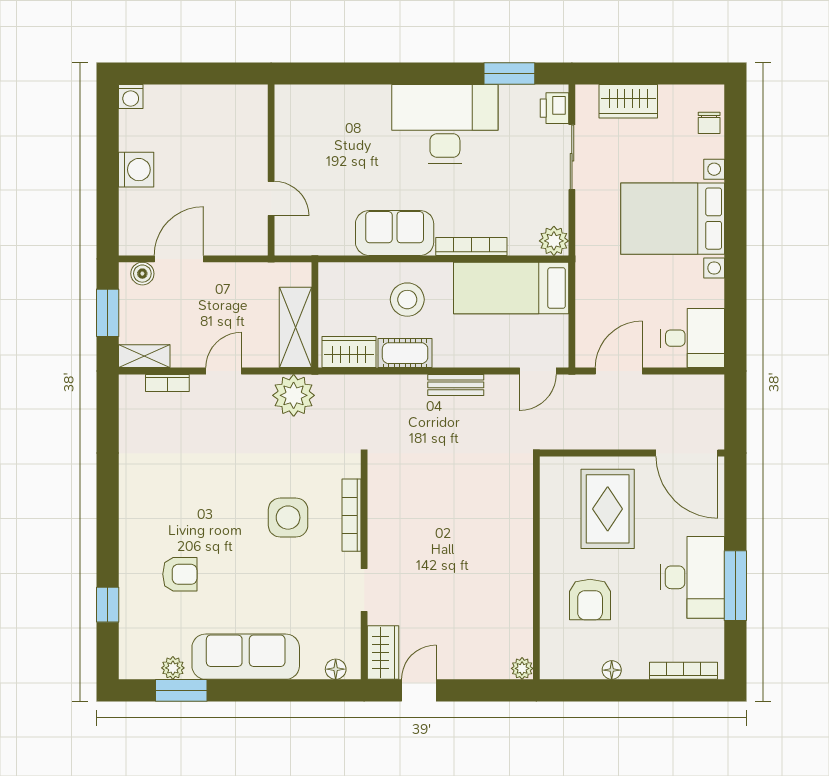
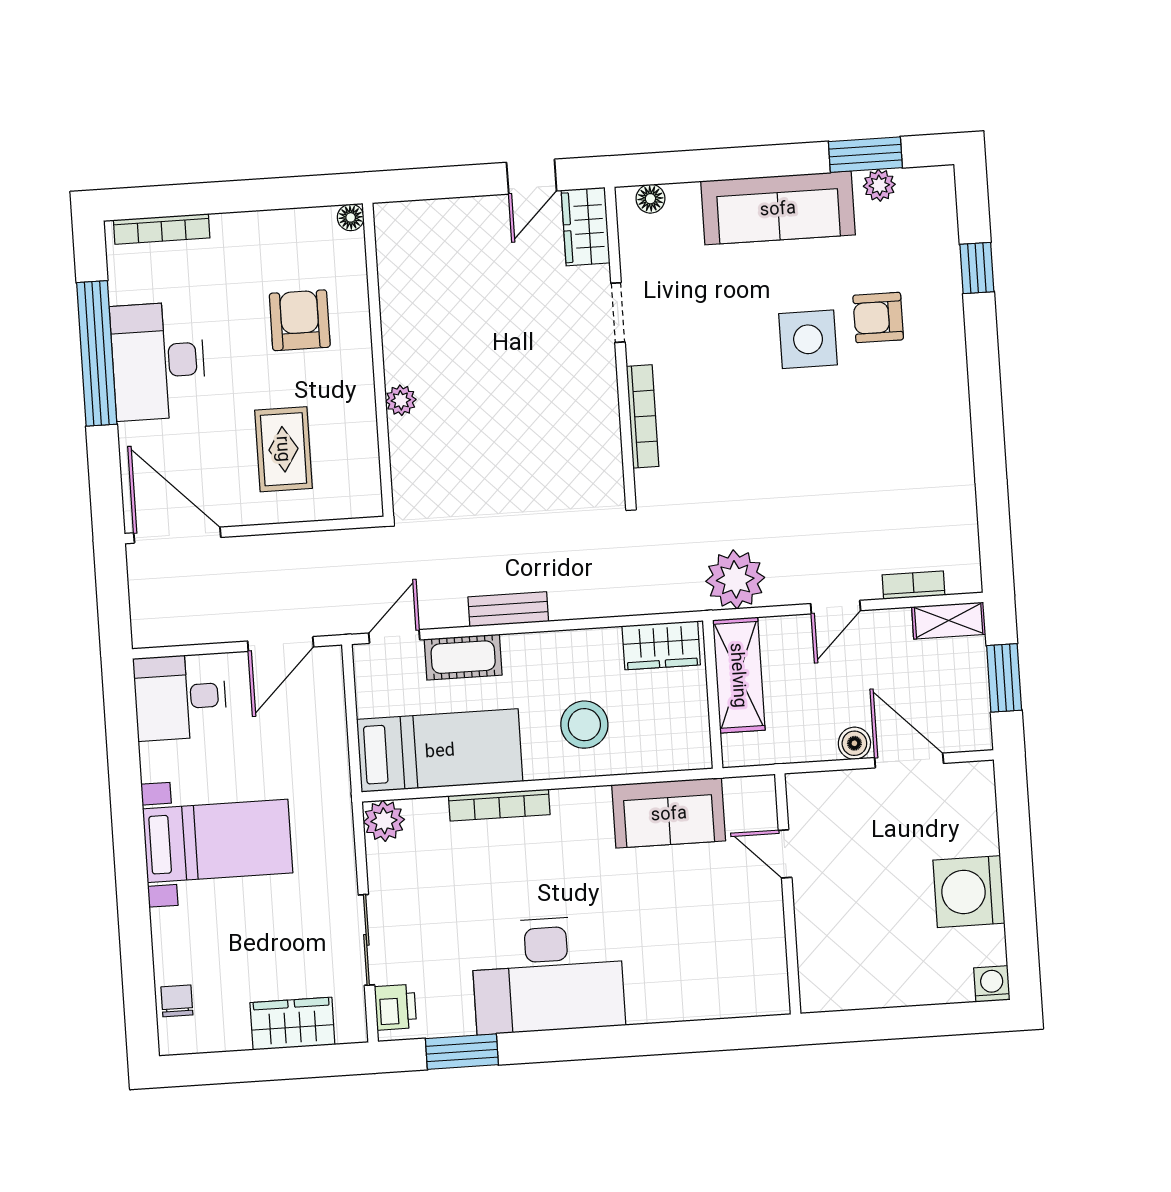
washing machine: (136, 170) -> (969, 892), width x1.37, depth x1.37
bed with nightstands: (673, 219) -> (218, 841), width x0.73
sofa: (395, 233) -> (669, 813), moved
door: (179, 259) -> (909, 760), swing flipped
boiler: (142, 274) -> (854, 743), moved
cot: (405, 353) -> (463, 657), moved
rug: (608, 509) -> (284, 449), width x0.73, depth x0.70
side table: (288, 518) -> (808, 339), moved
window: (735, 586) -> (97, 353), width x1.46
plant: (522, 668) -> (401, 400), moved
floor lamp: (612, 670) -> (351, 217), moved

